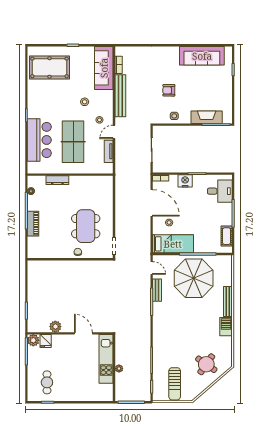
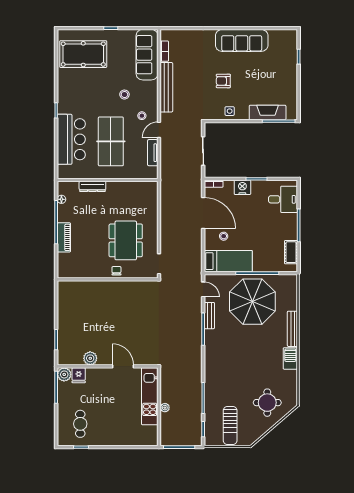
sofa: (202, 56) -> (242, 40), moved
round table: (206, 364) -> (267, 403), turned -35

